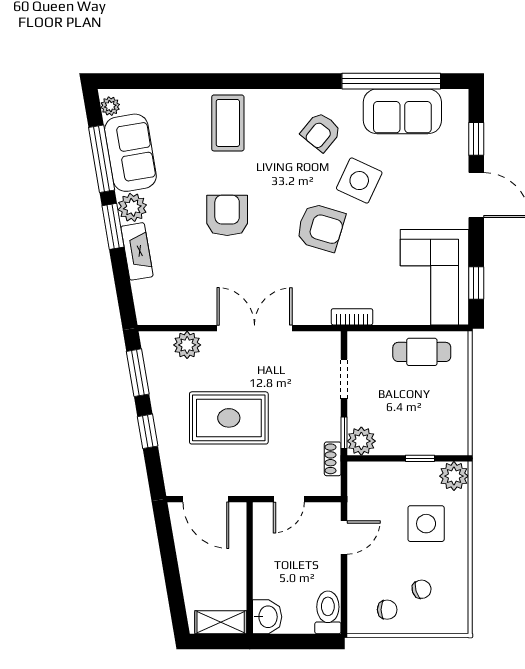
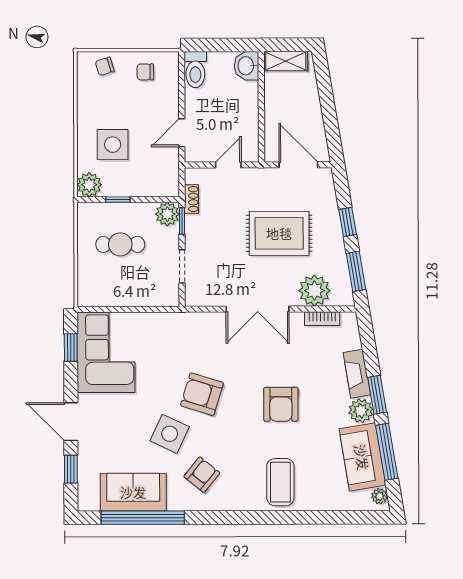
bookcase: (352, 317) -> (322, 319), moved
plant: (187, 345) -> (314, 291), width x1.36, depth x1.36
cafe table: (422, 352) -> (120, 244), moved
chair: (422, 589) -> (105, 66), moved

